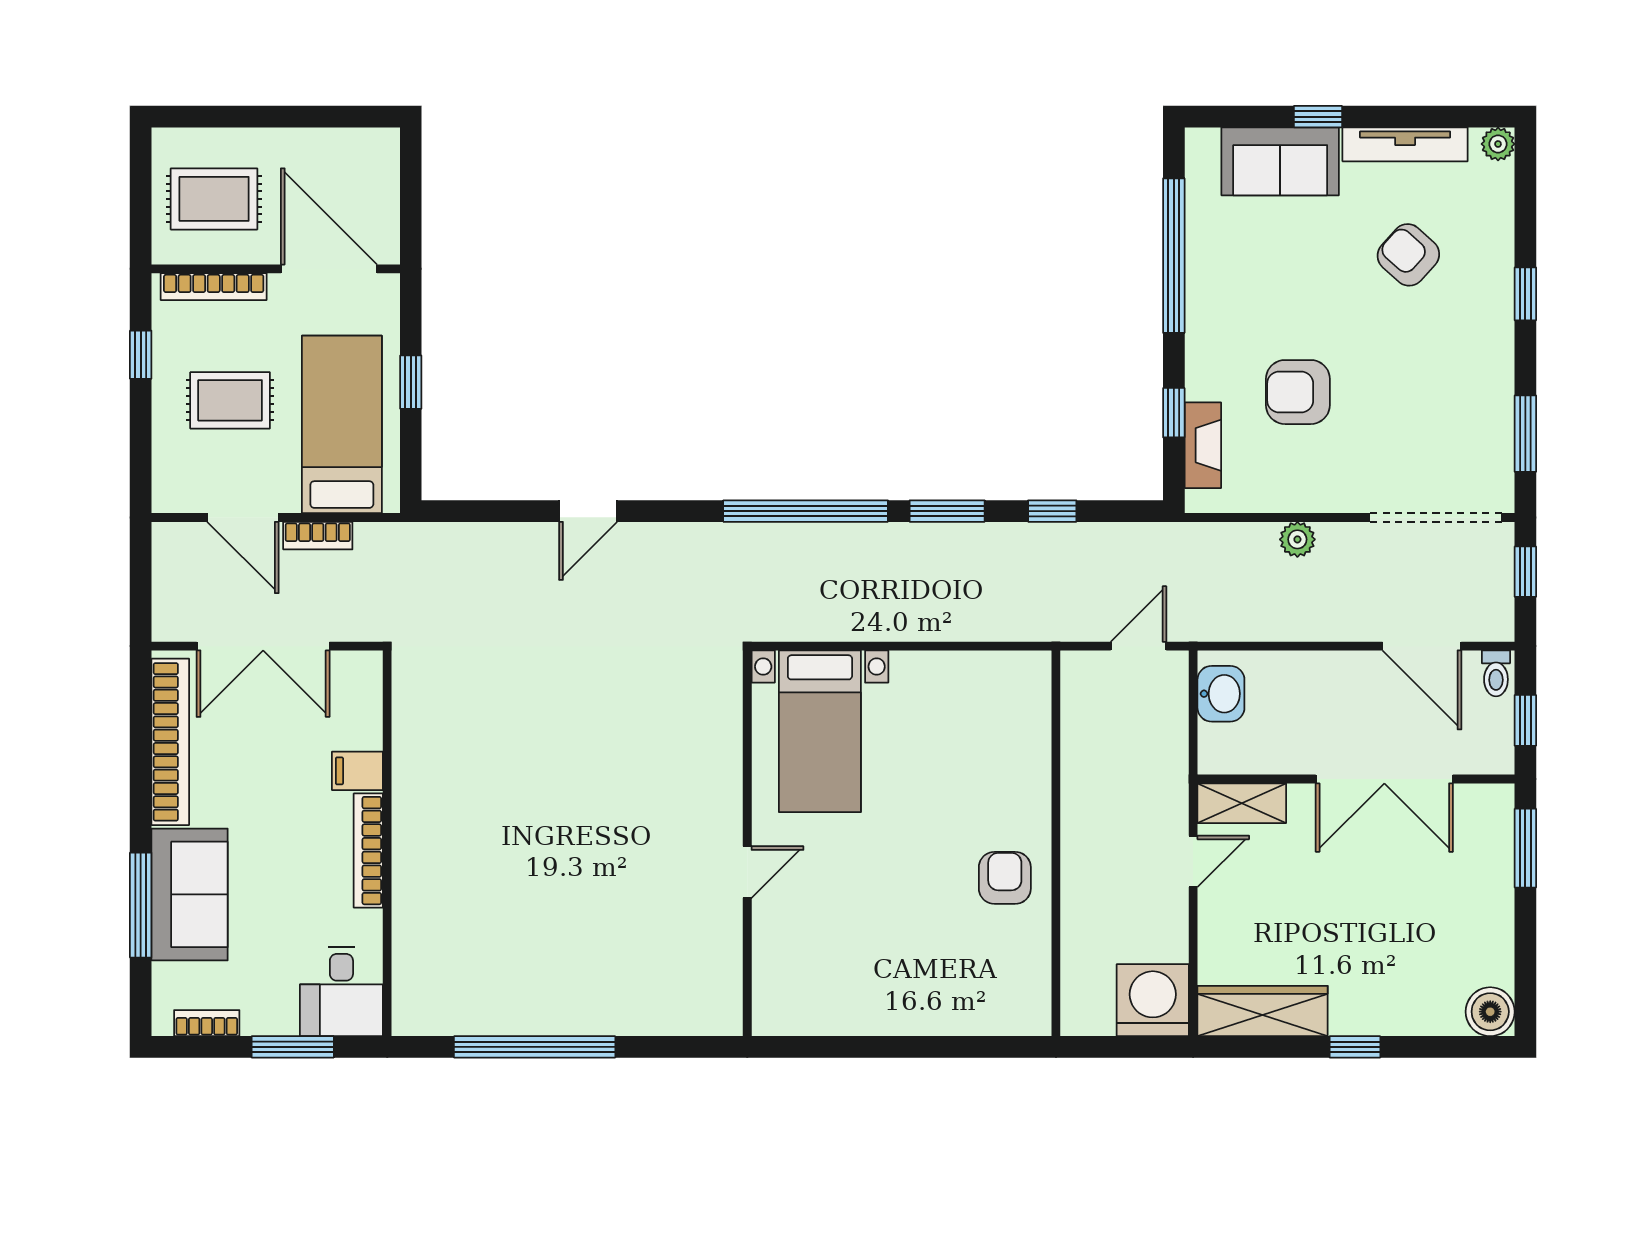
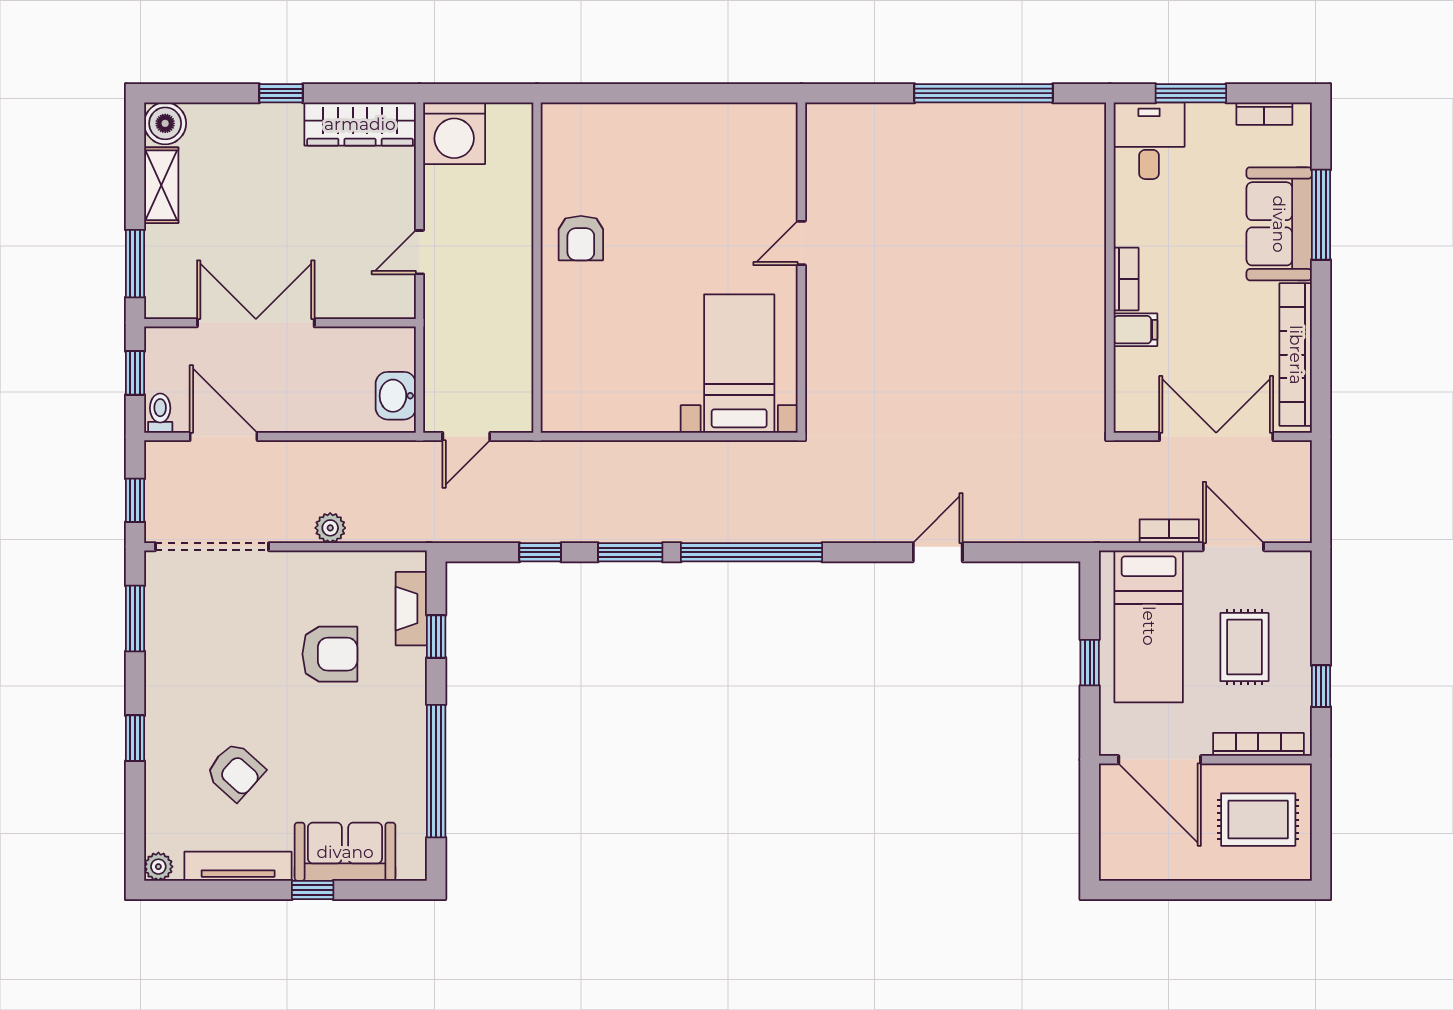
rug: (230, 400) -> (1244, 647), turned 90
shelving: (1242, 803) -> (161, 185), moved, turned 90
bookcase: (368, 851) -> (1126, 279), width x0.64

